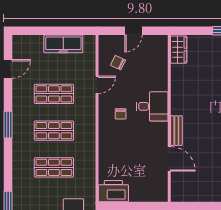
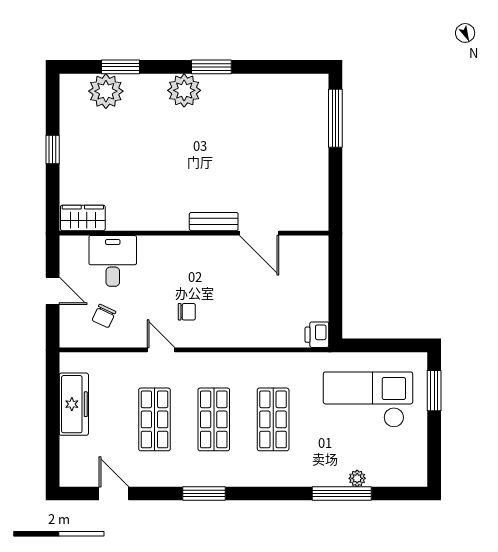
door: (97, 85) -> (161, 350), moved
desk: (152, 106) -> (113, 261), moved
door: (169, 159) -> (259, 233), swing flipped
printer: (113, 191) -> (317, 335), width x0.53, depth x0.68

